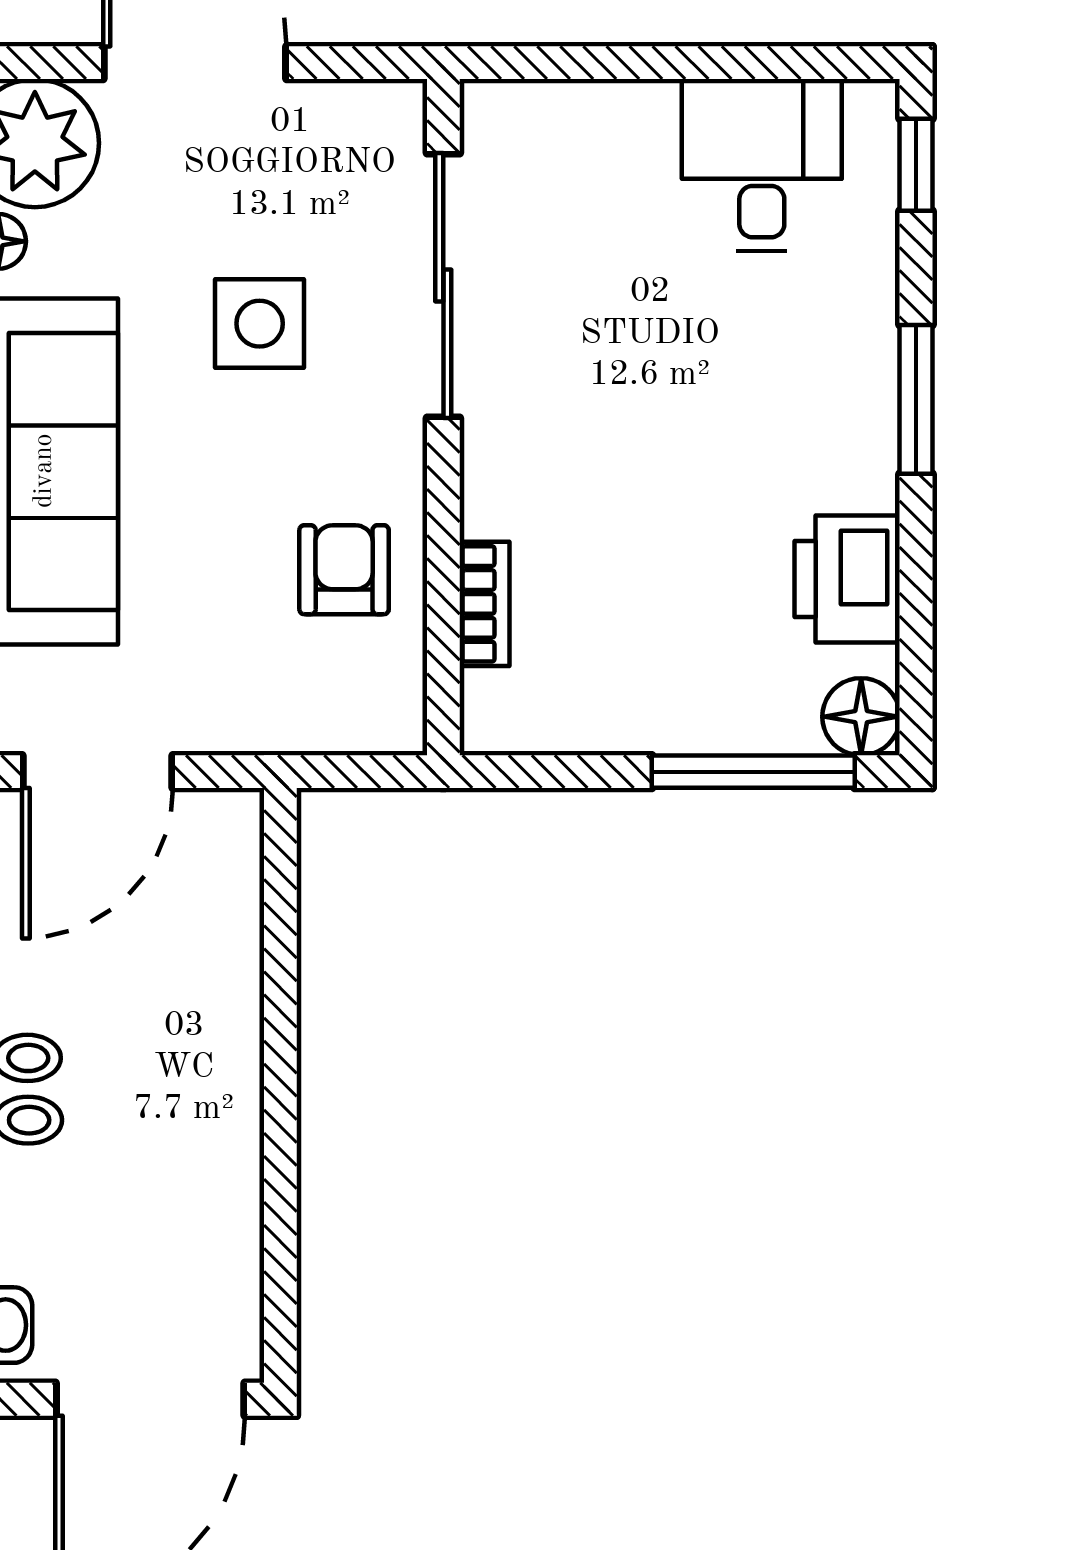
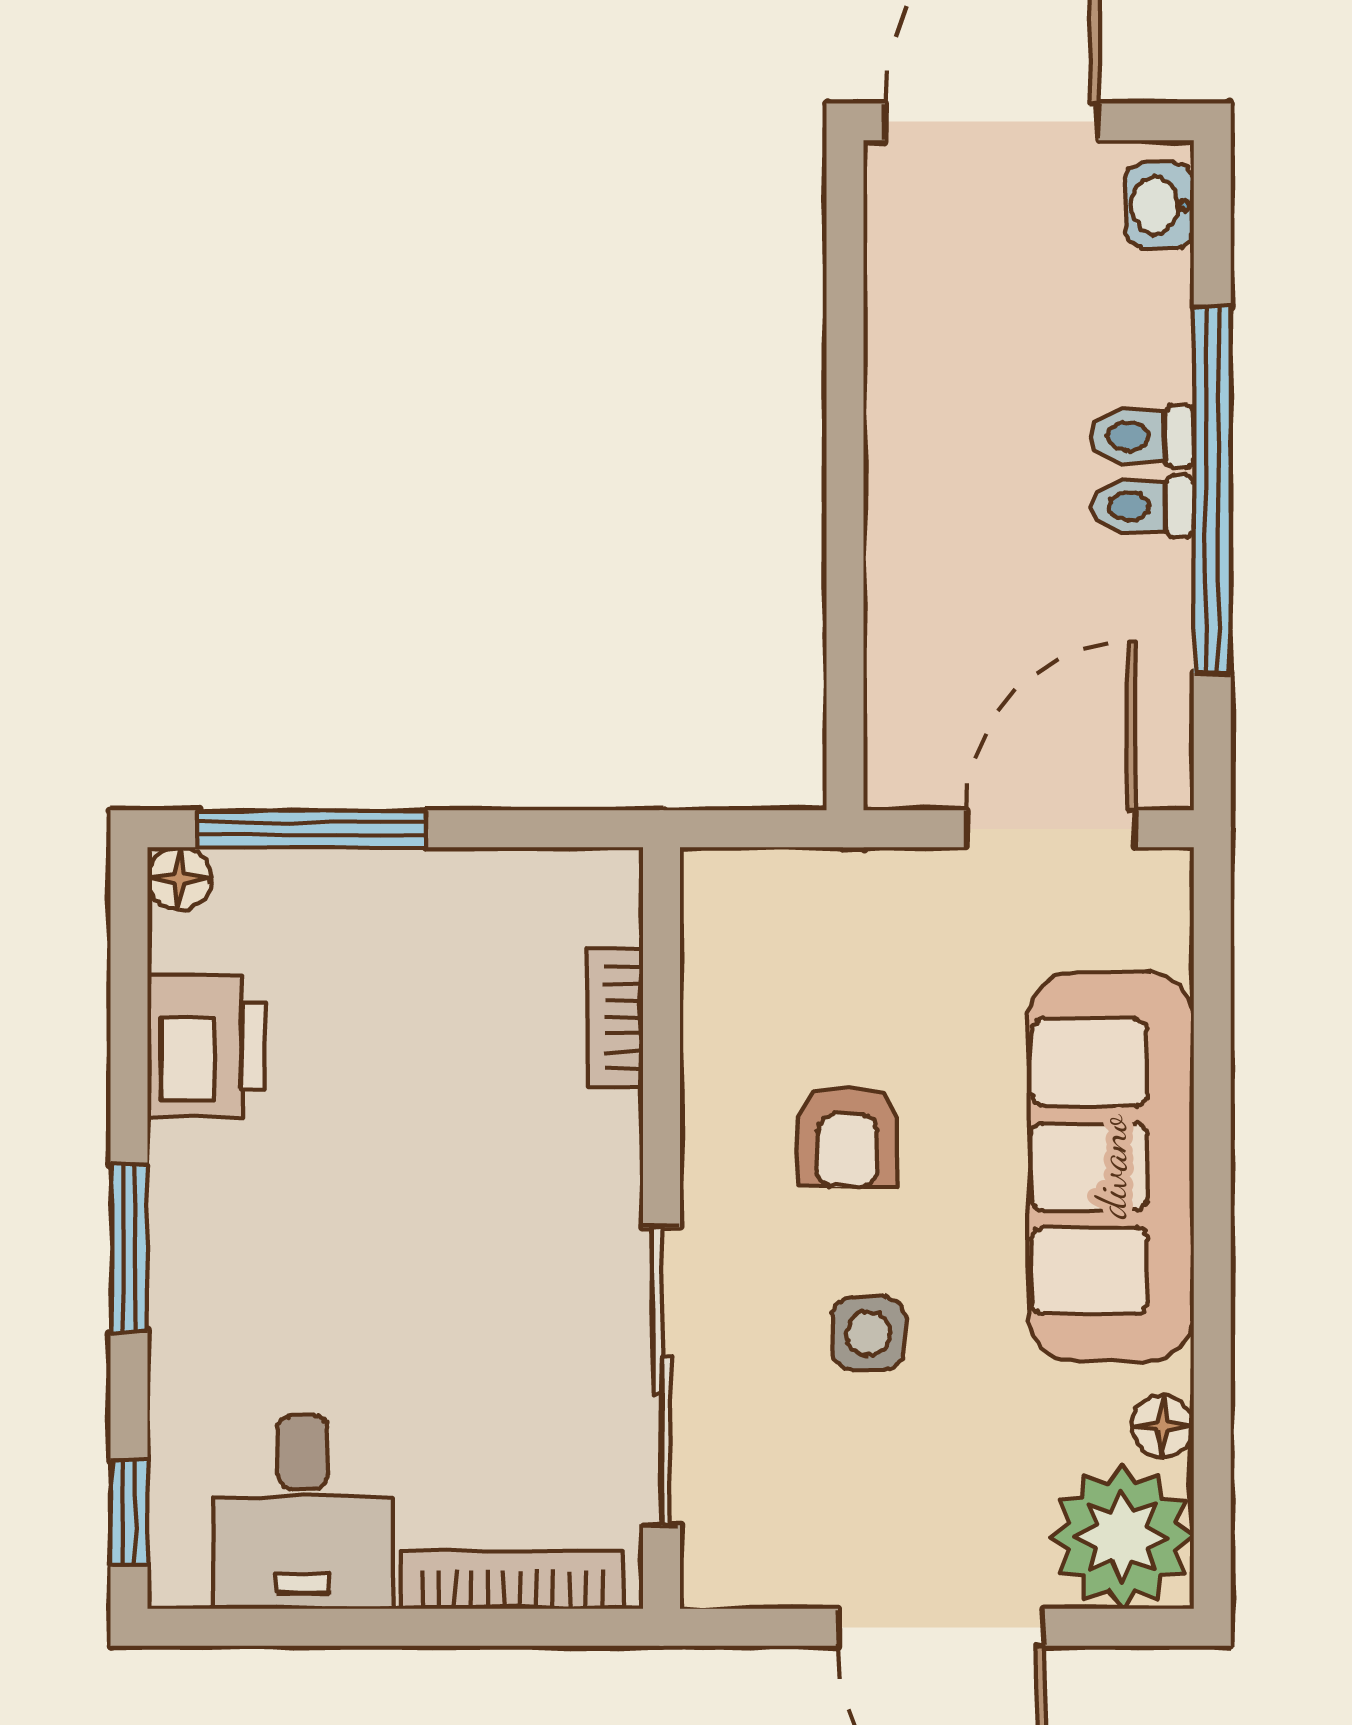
bookcase: (576, 104) -> (512, 1580), added
side table: (260, 324) -> (868, 1333), width x0.73, depth x0.73
armchair: (344, 570) -> (848, 1136), moved
floor lamp: (861, 717) -> (179, 879), width x0.73, depth x0.73

